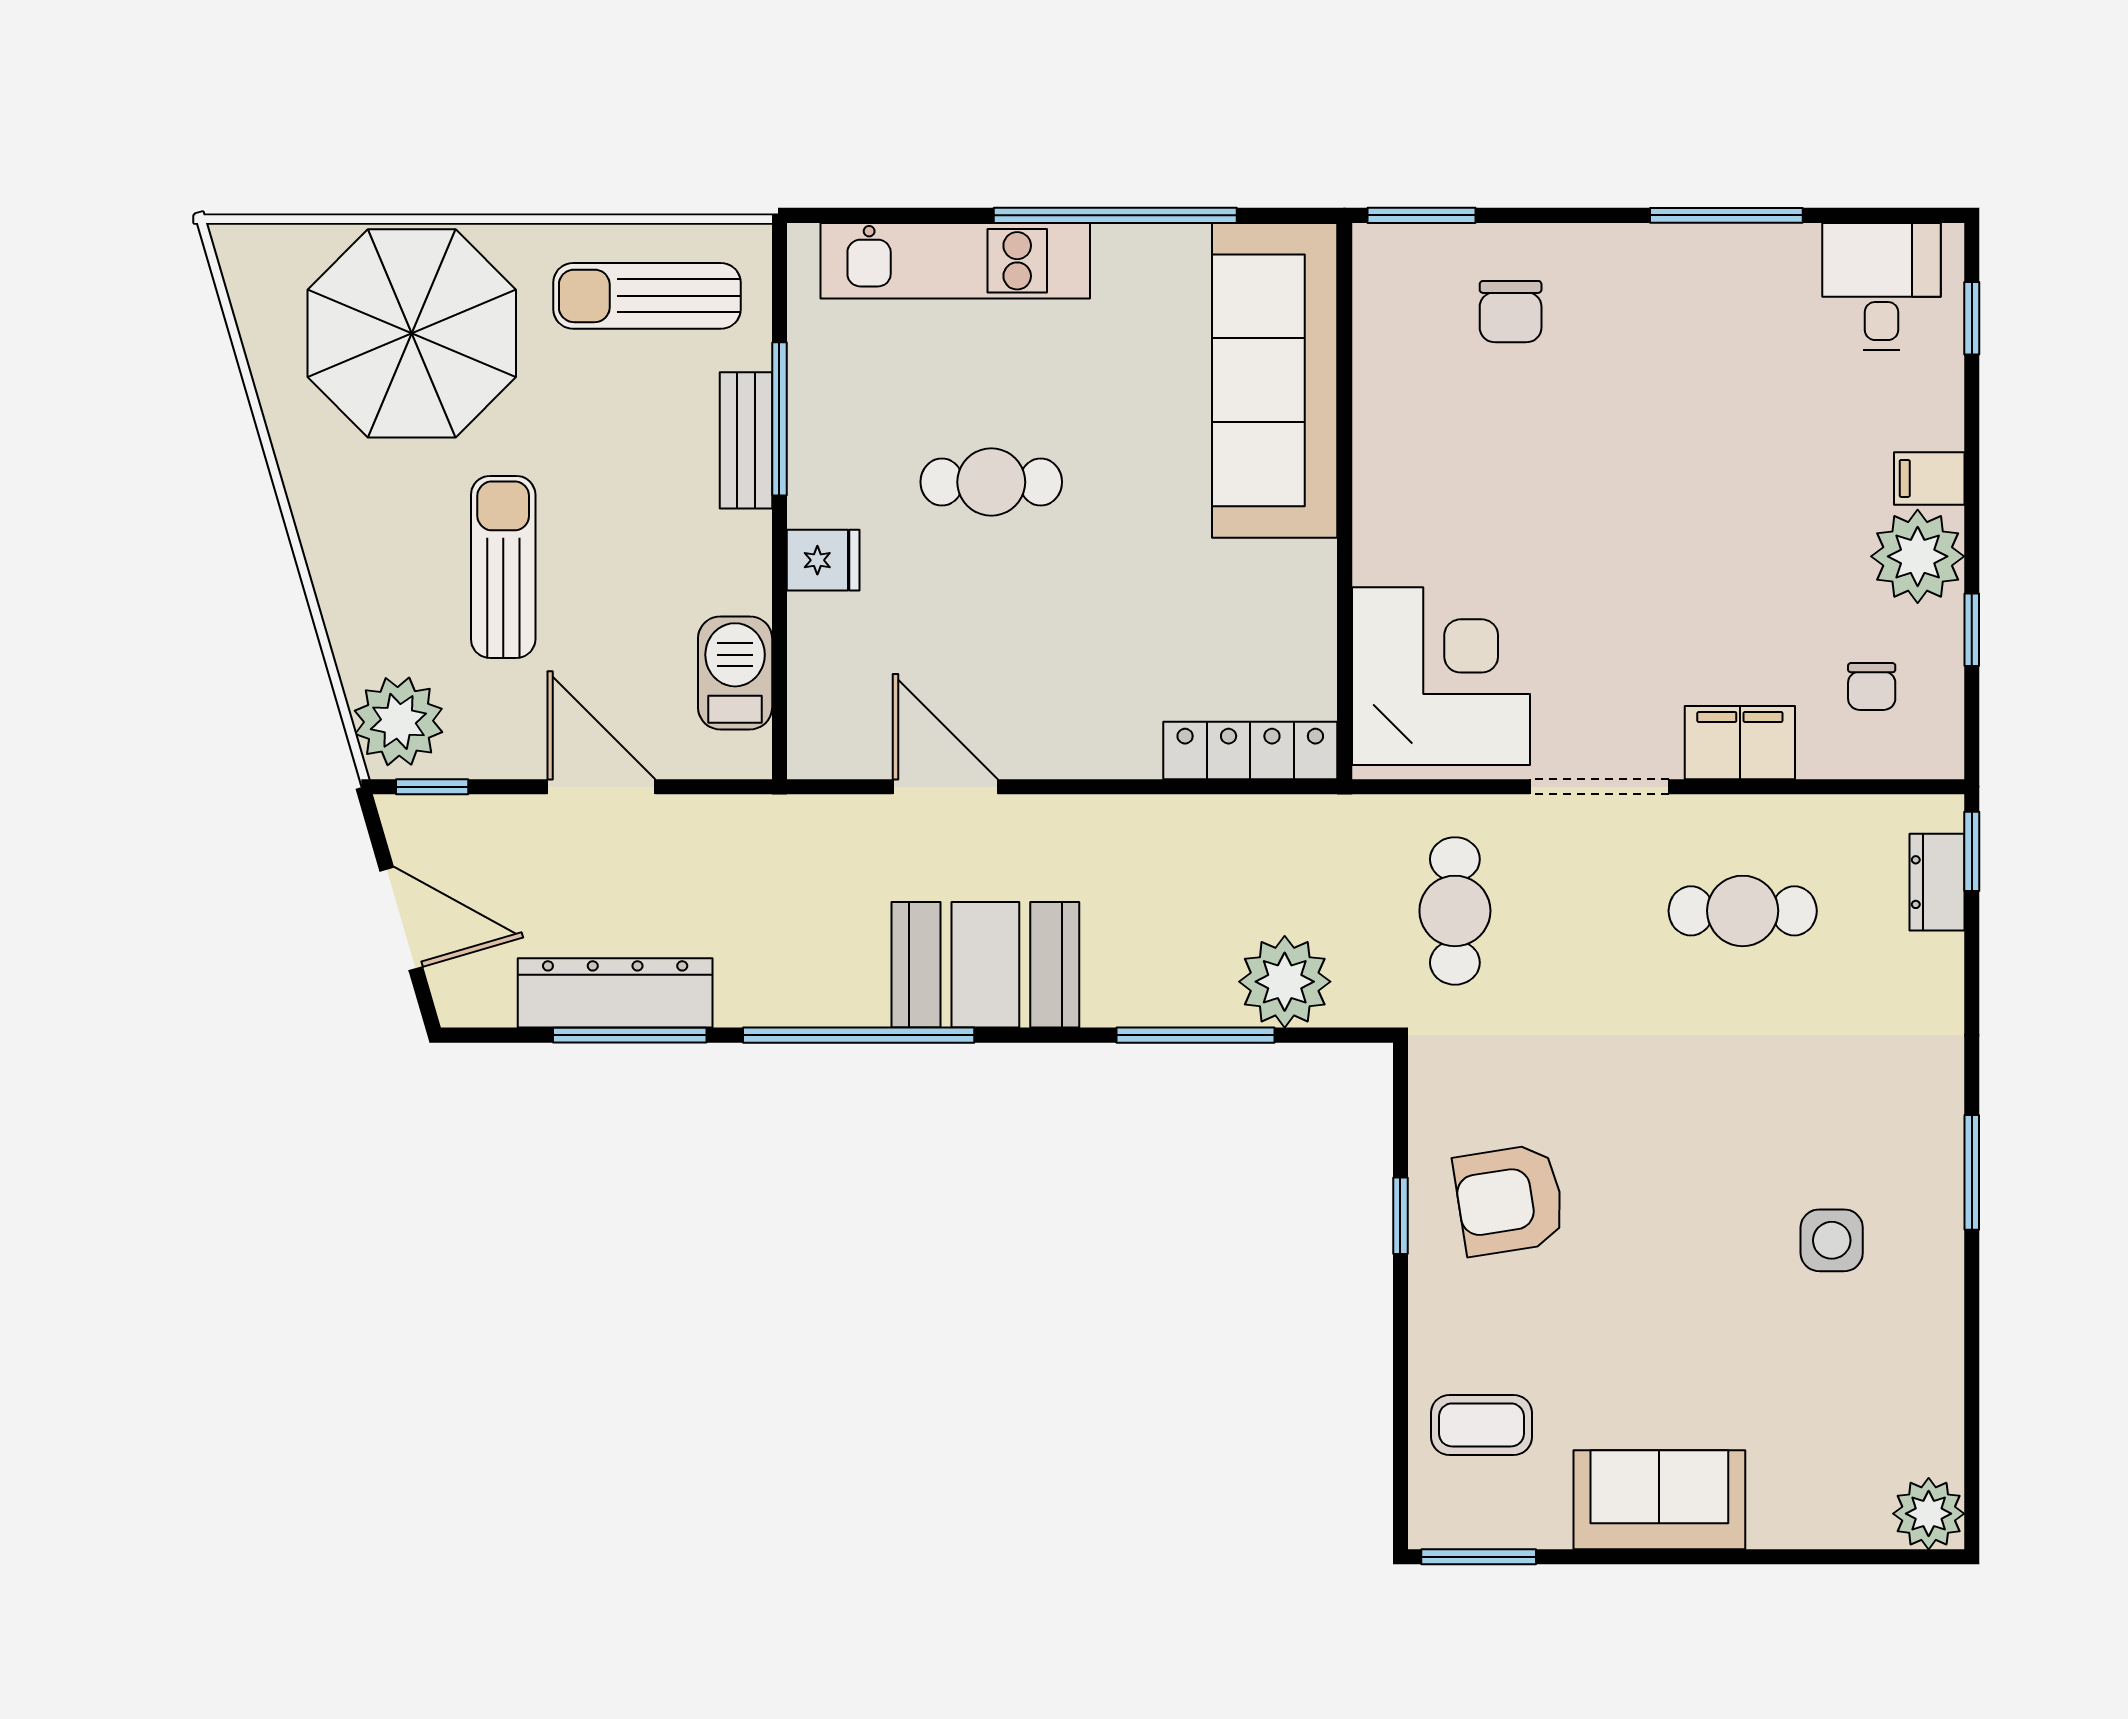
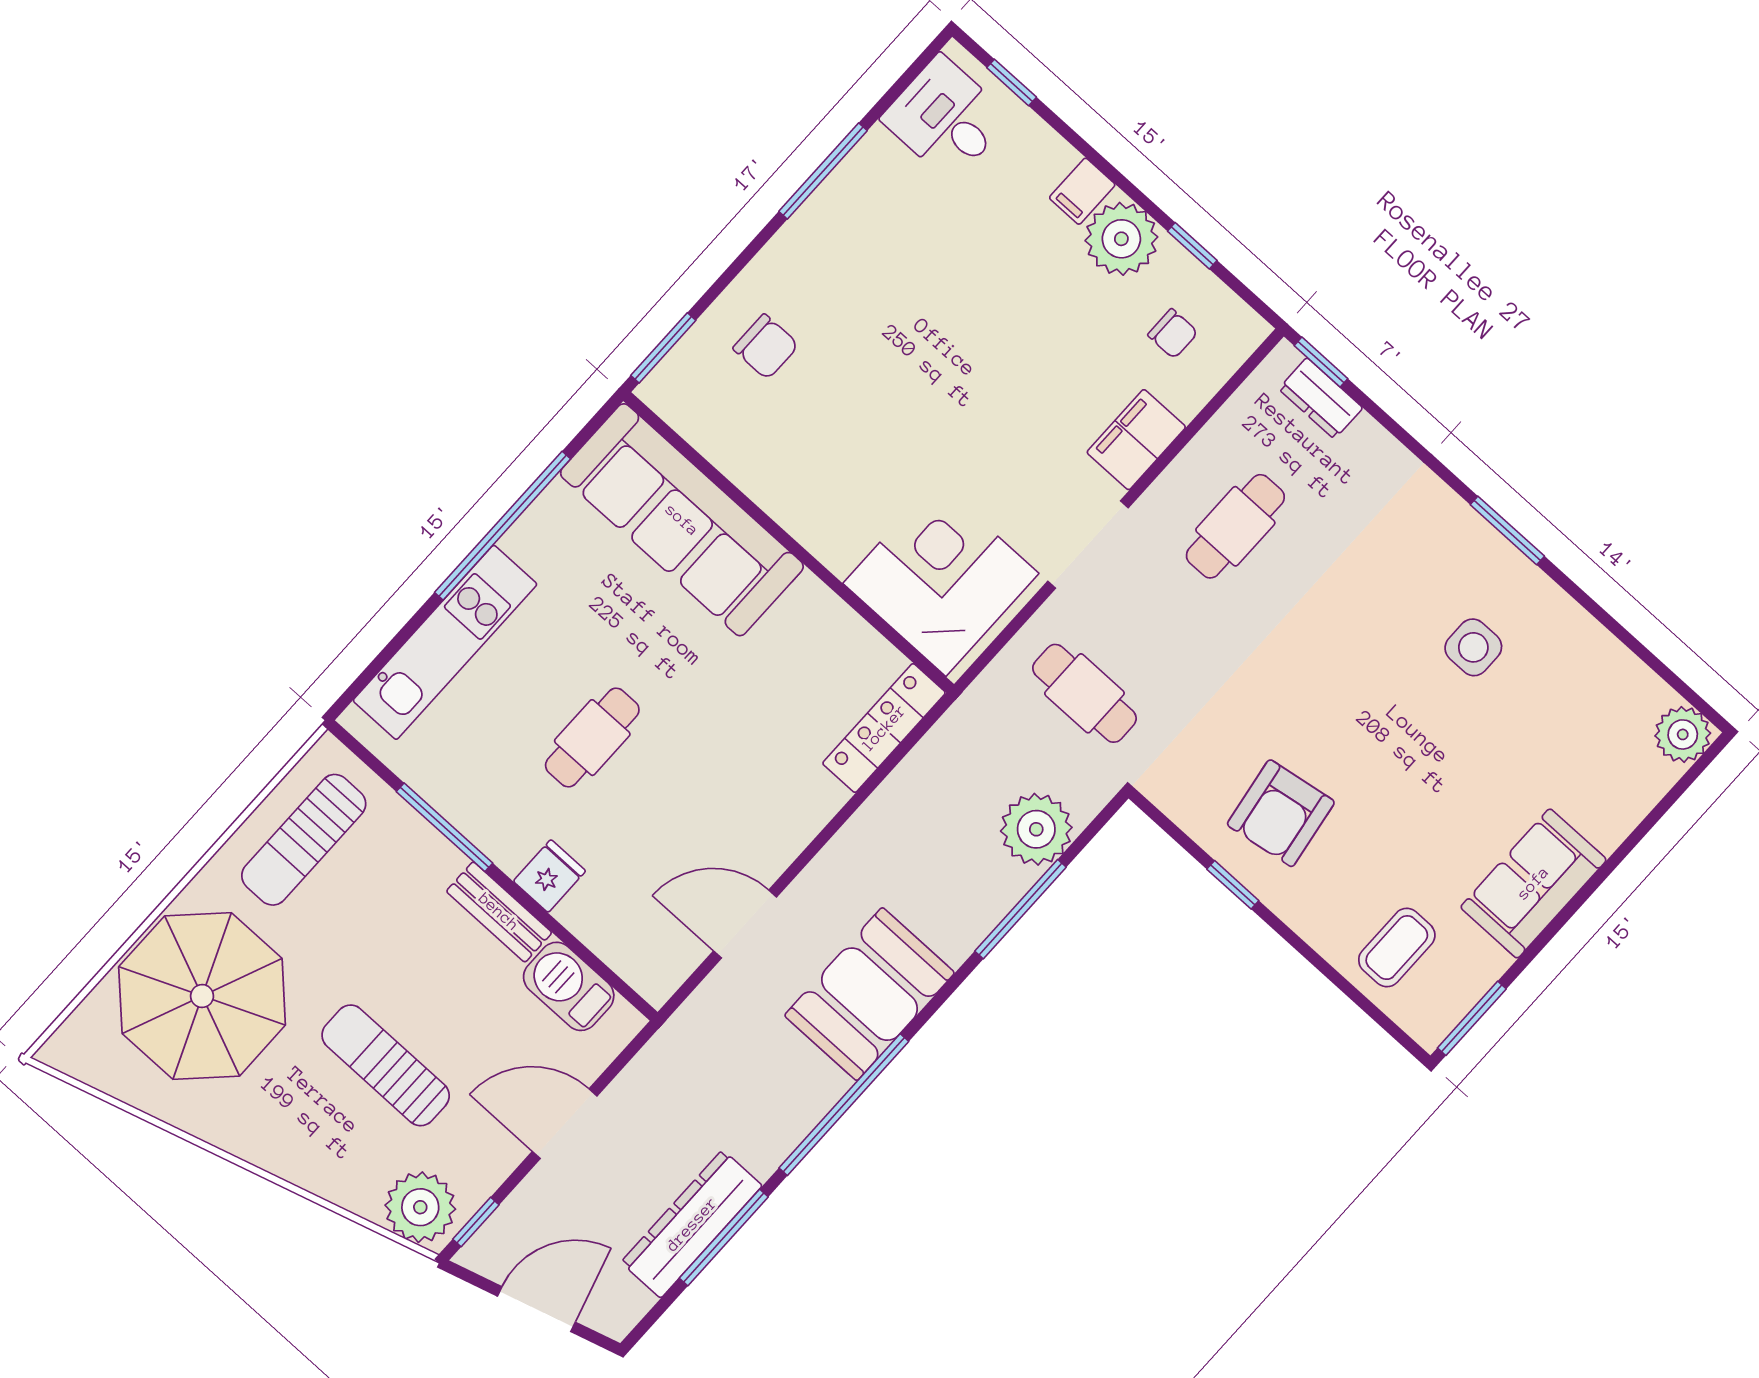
bench: (746, 440) -> (499, 912), moved

